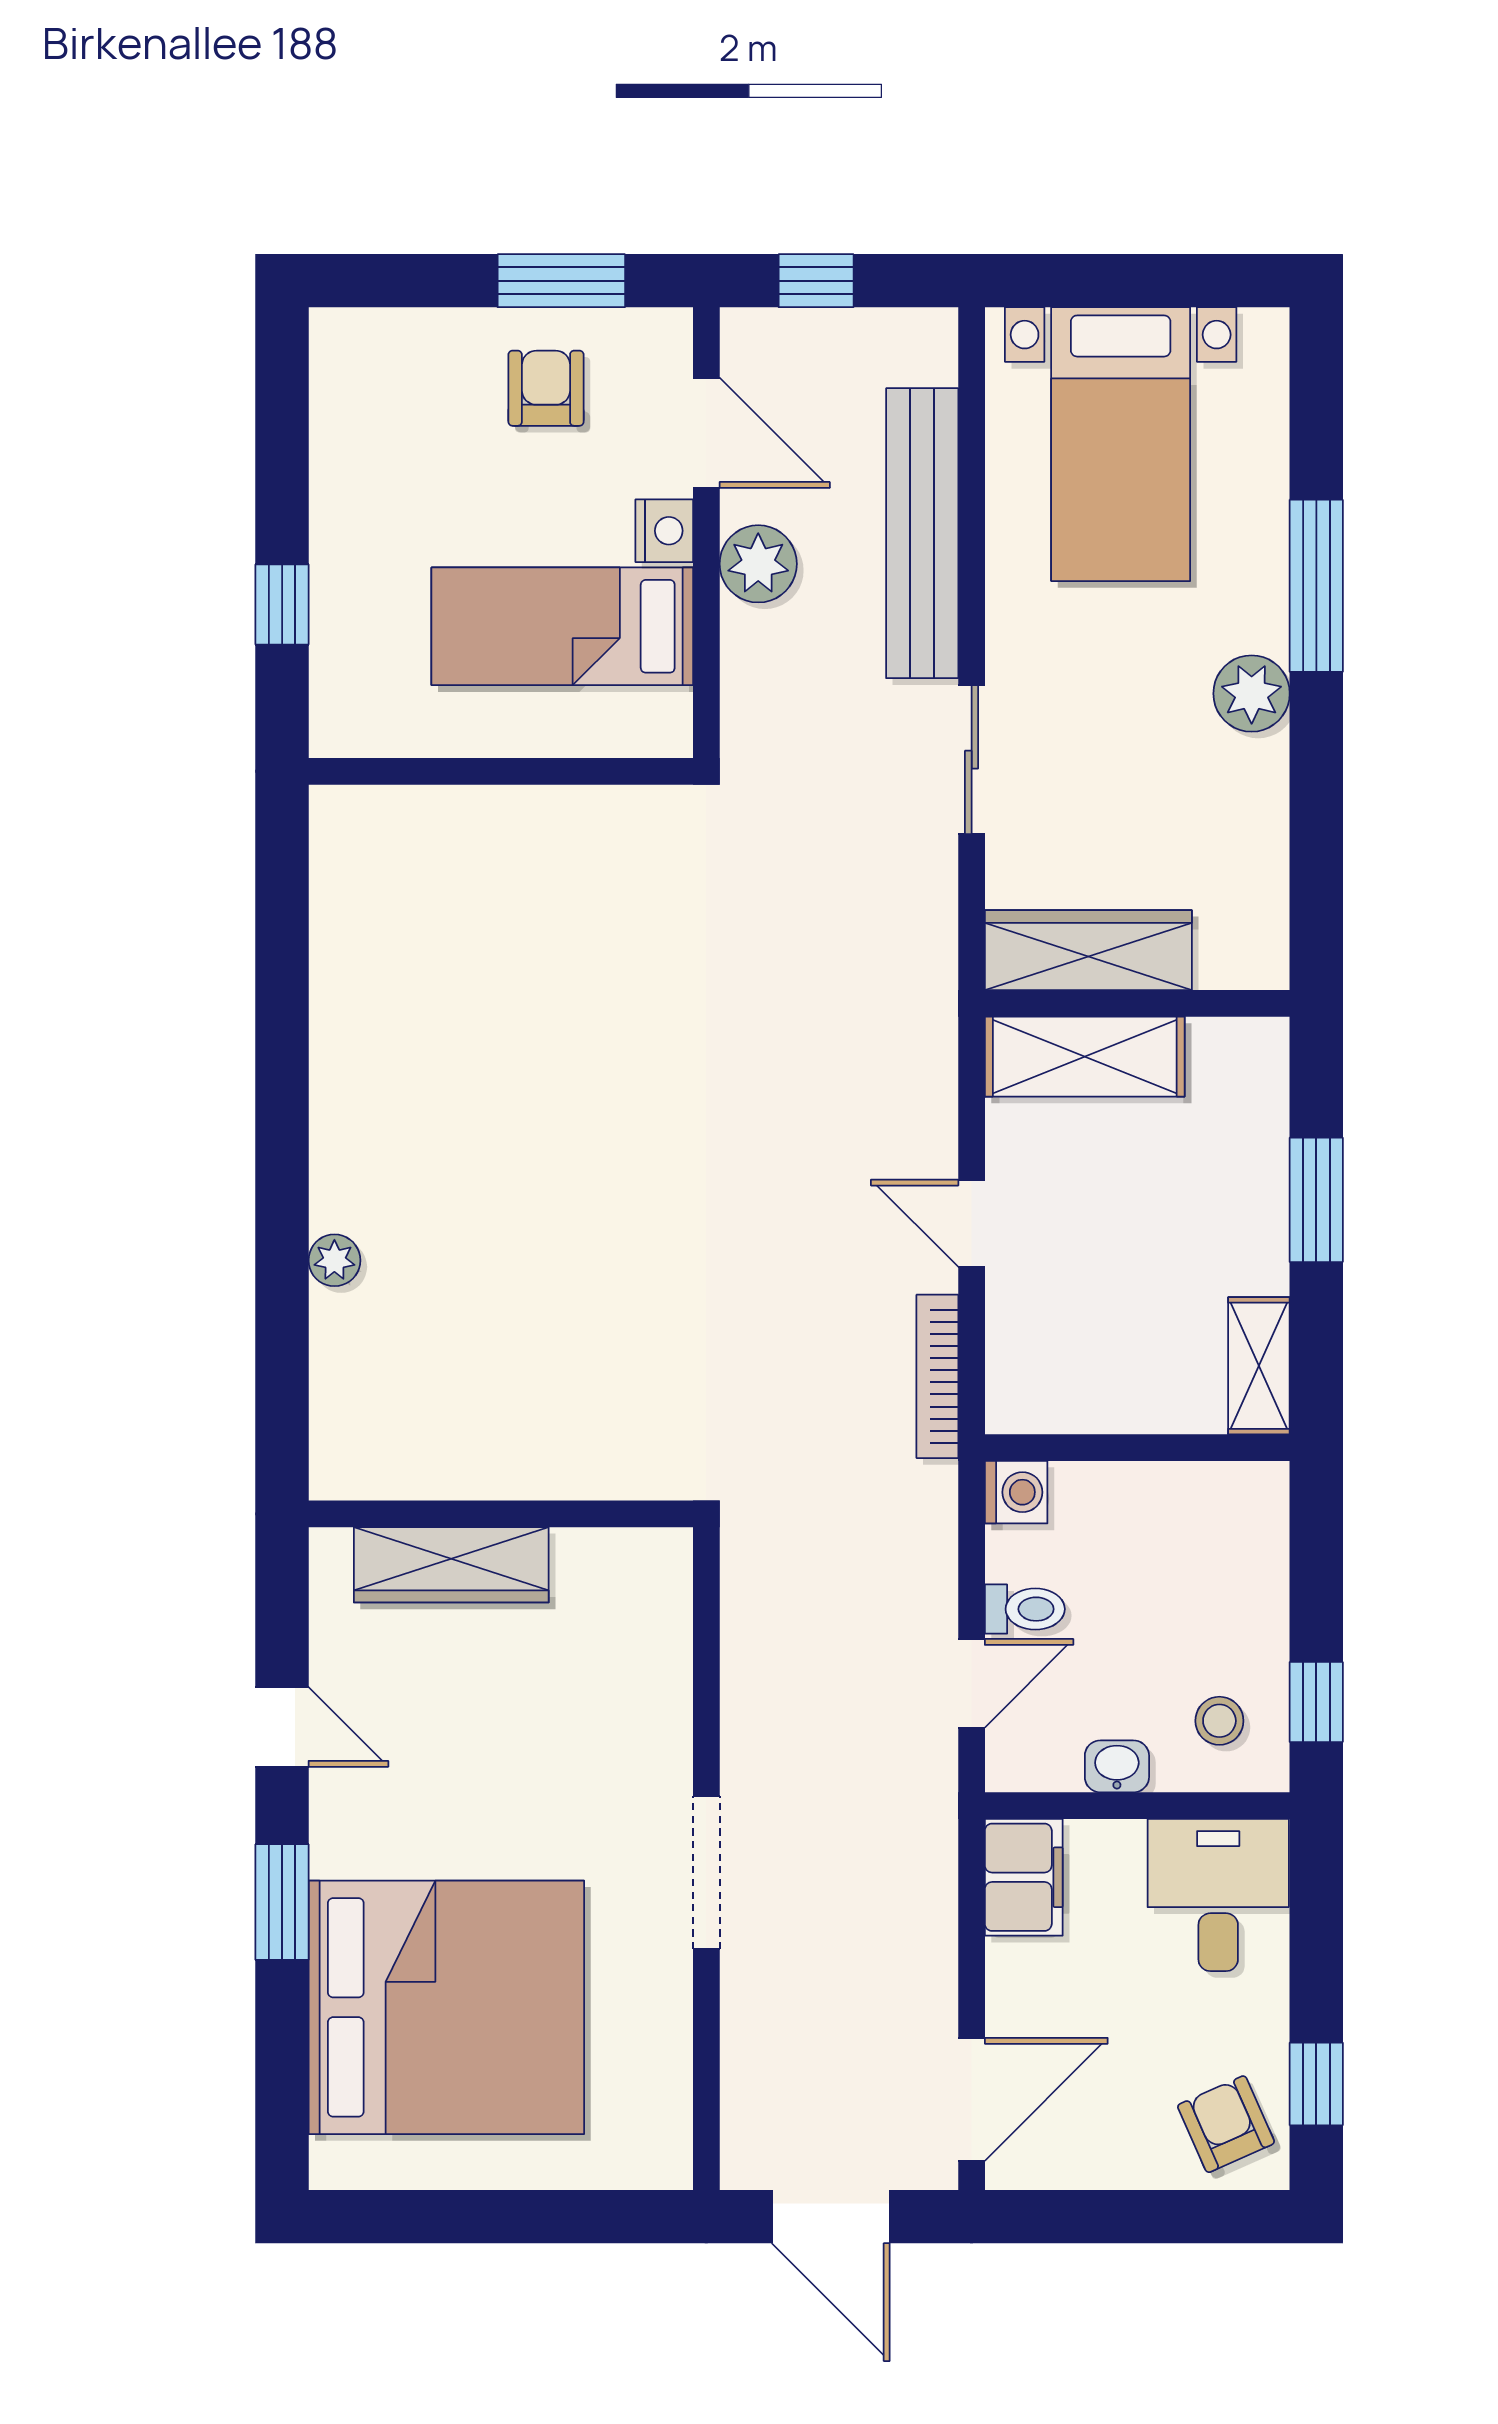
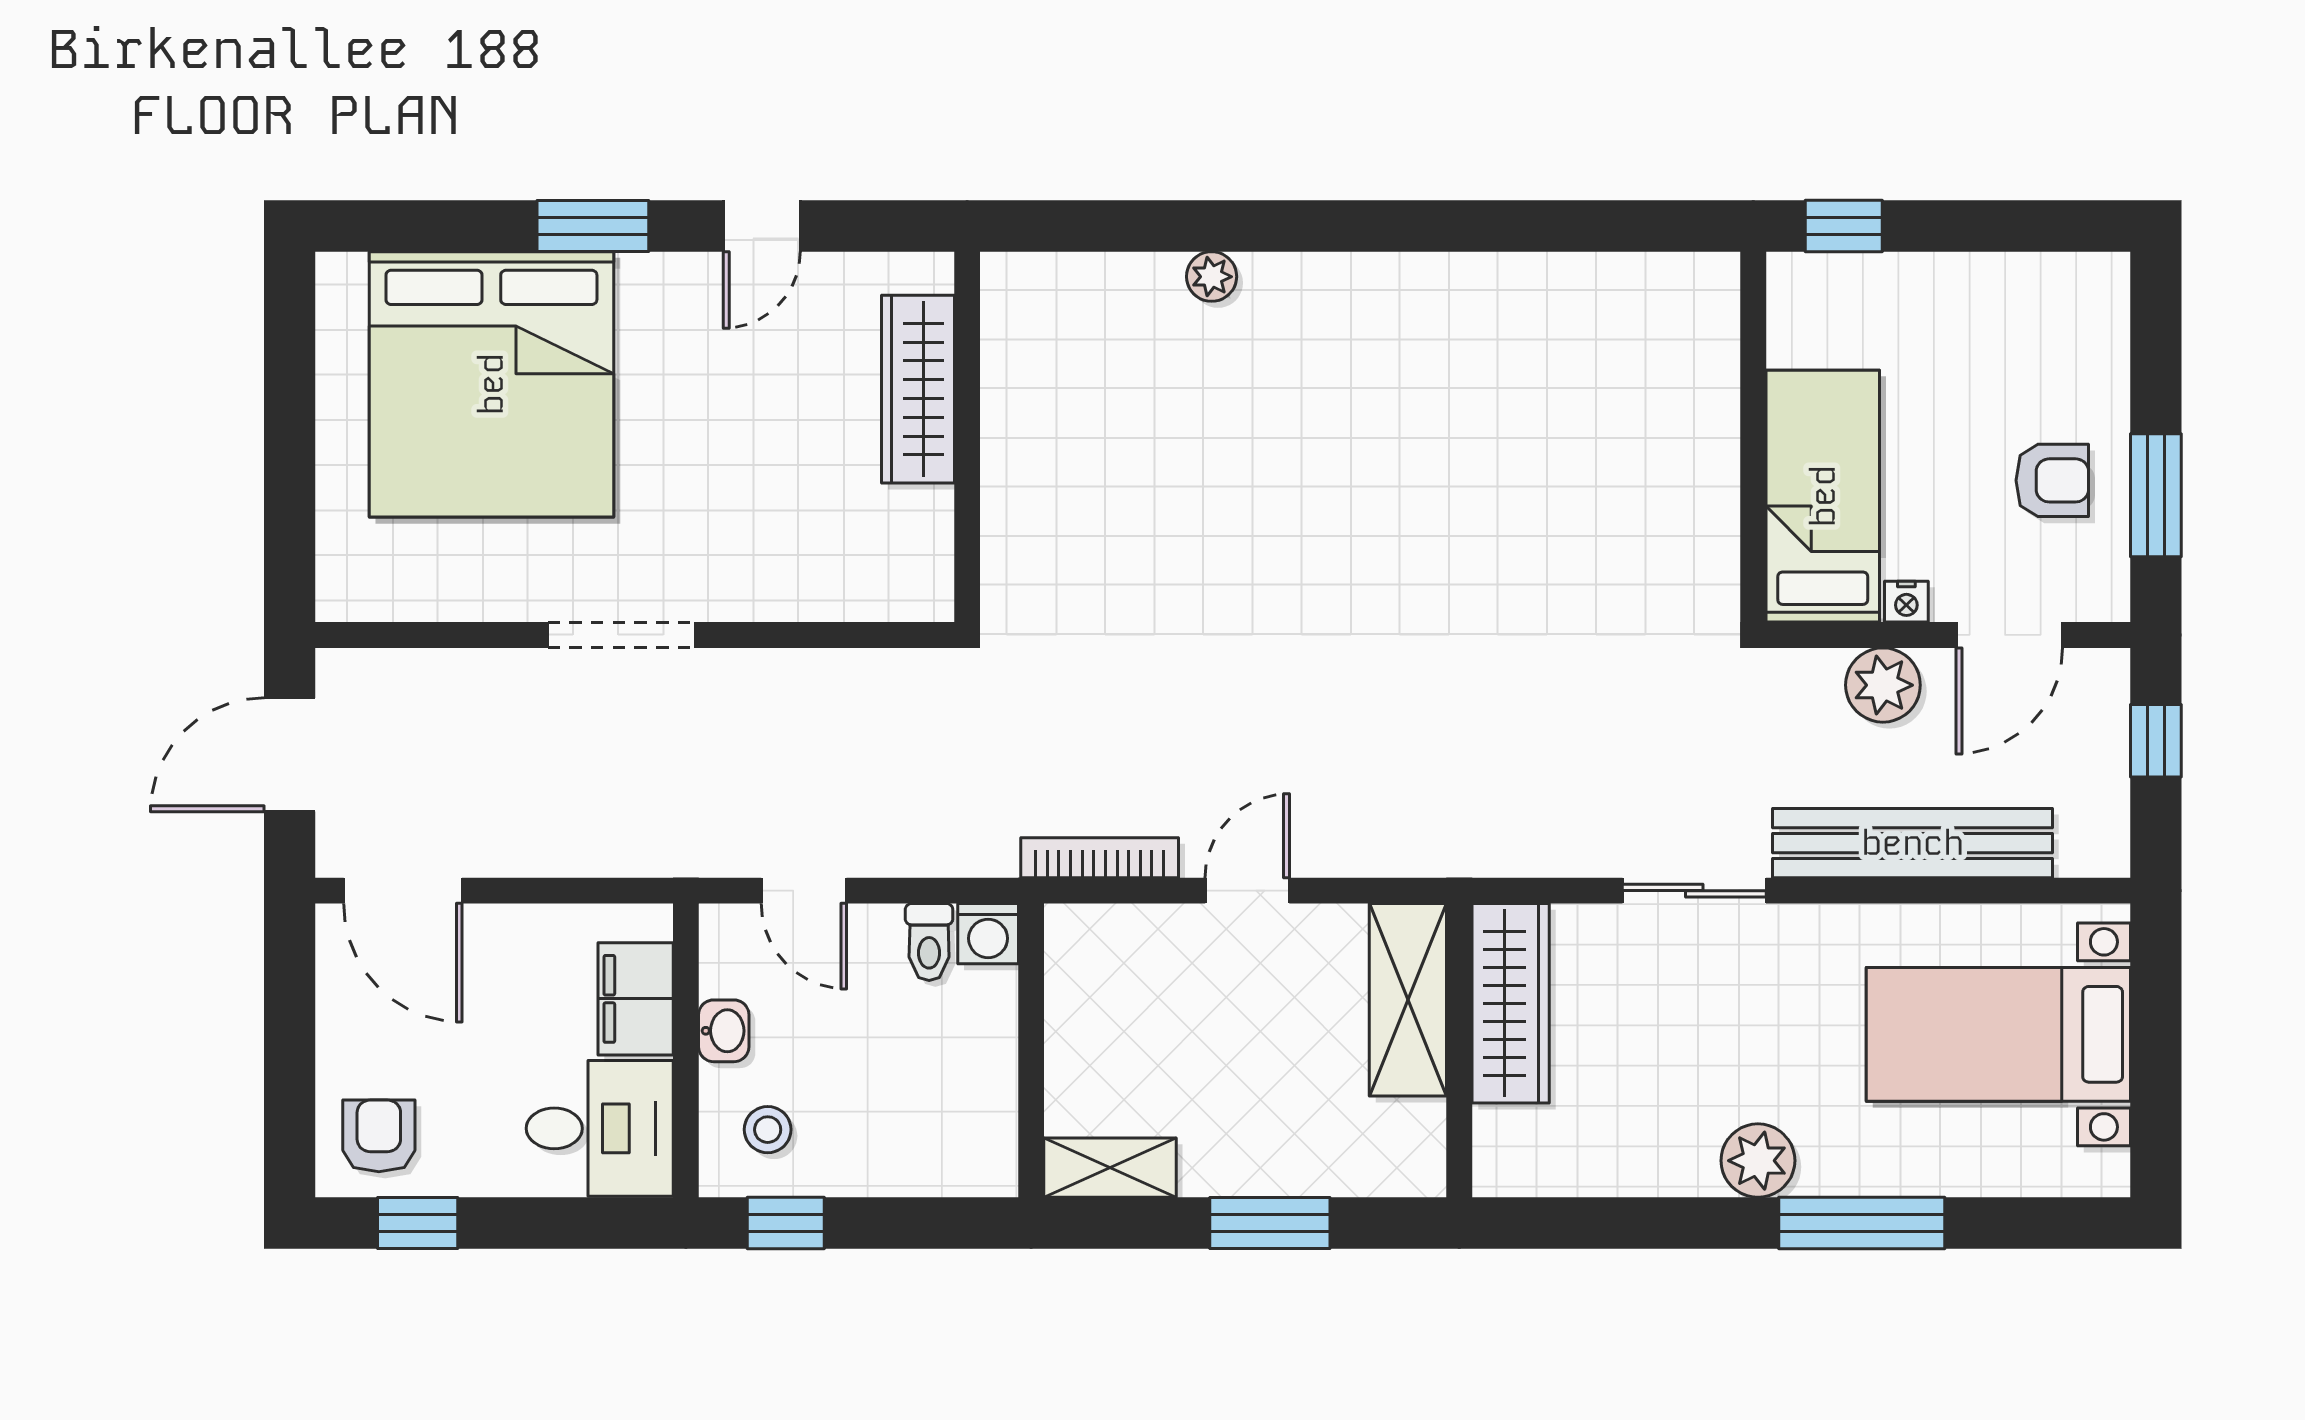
nightstand: (664, 531) -> (1906, 602), width x0.72, depth x0.74
wall: (501, 771) -> (1753, 437), moved
toilet: (1025, 1609) -> (929, 942), moved
filing cabinet: (1024, 1877) -> (636, 999), moved, turned 90
armchair: (1226, 2124) -> (379, 1136), turned -66

